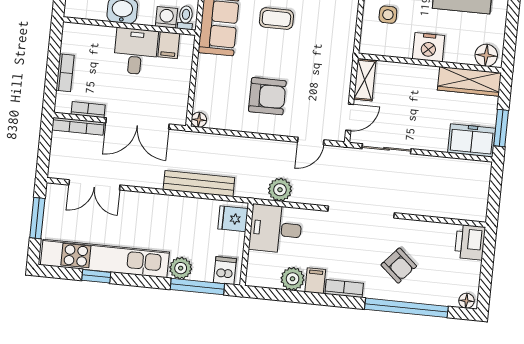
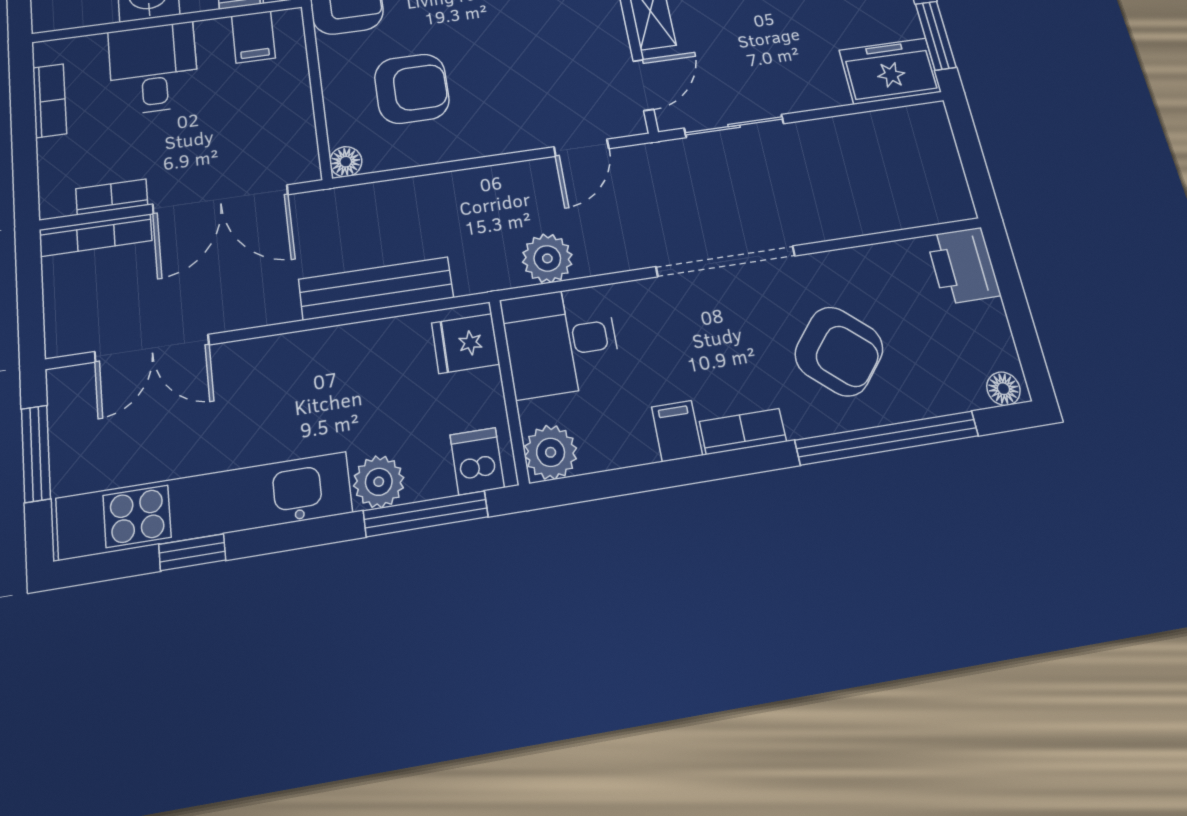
desk: (136, 51) -> (153, 68), moved
bookcase: (65, 73) -> (50, 101), moved
armchair: (267, 96) -> (412, 89), moved
armchair: (399, 266) -> (839, 351), width x1.38, depth x1.38
plant: (293, 279) -> (551, 452), moved

